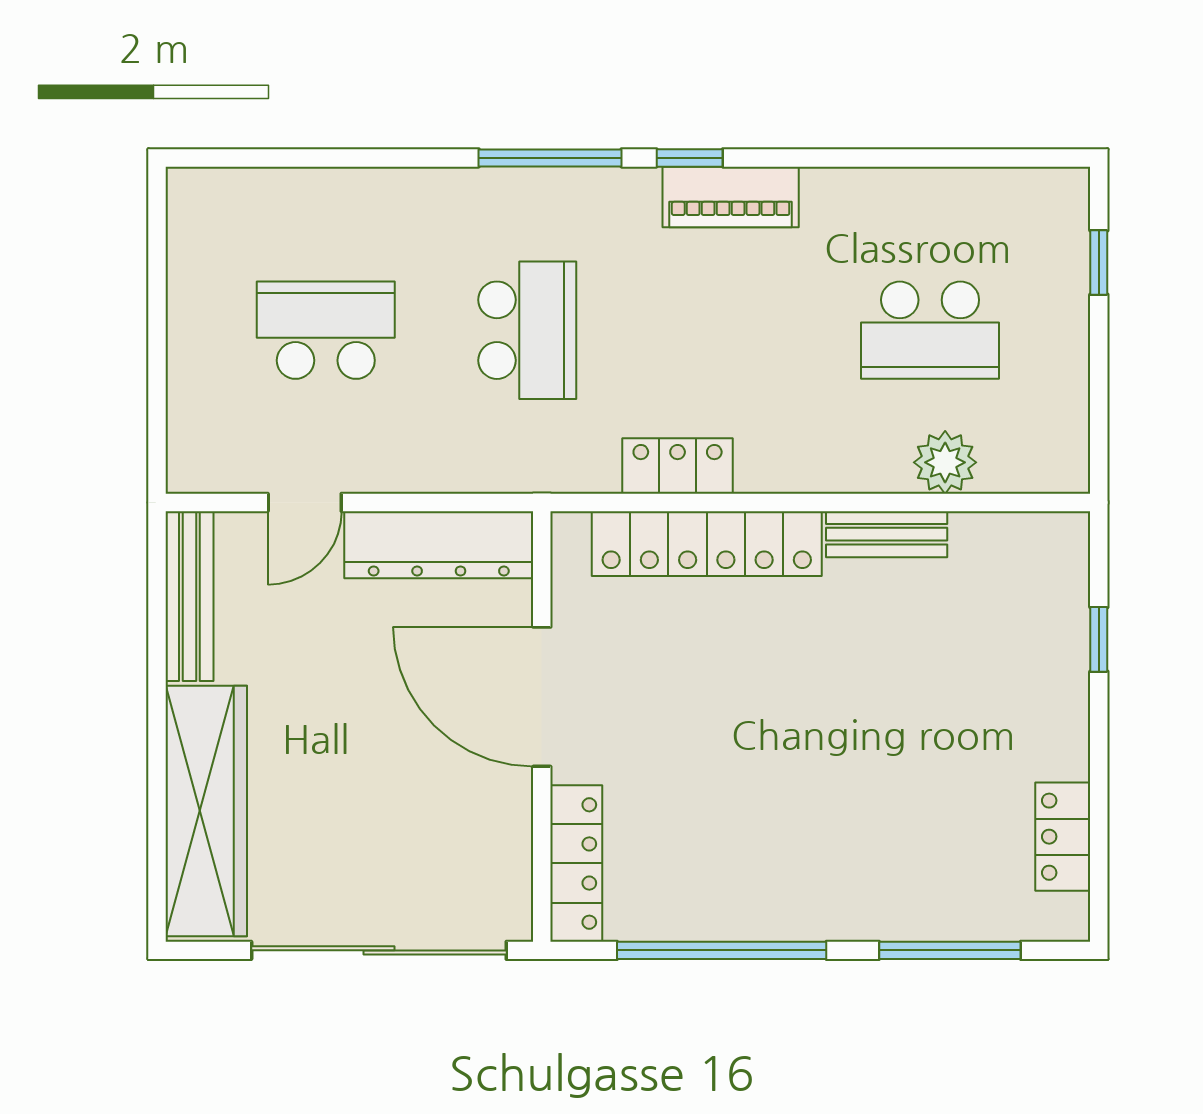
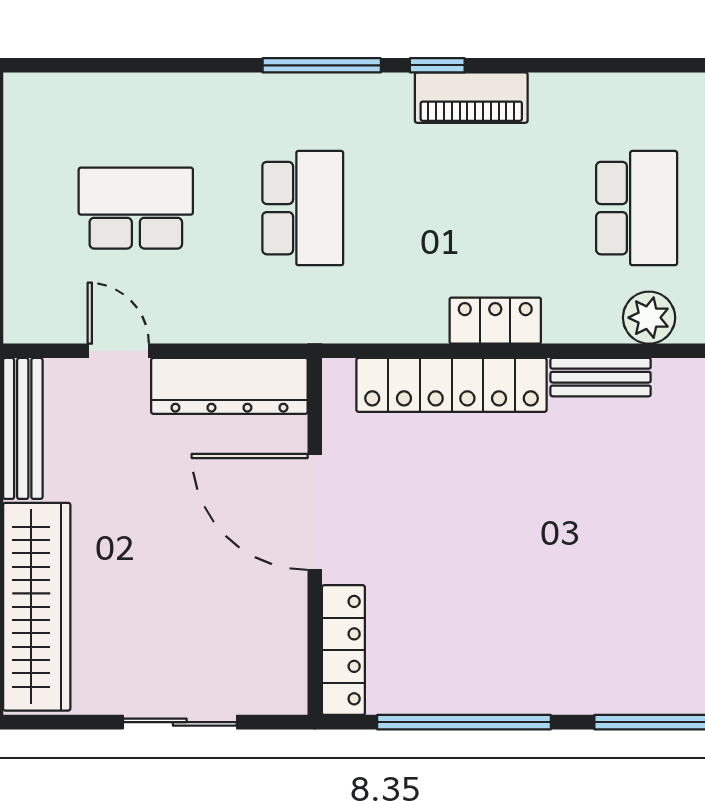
school desk: (930, 330) -> (637, 208), turned -90
locker: (678, 466) -> (495, 321), moved
door: (305, 502) -> (118, 351), swing flipped
sliding door: (379, 950) -> (180, 722), width x0.54

